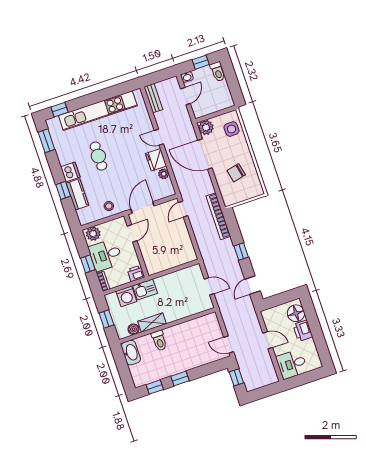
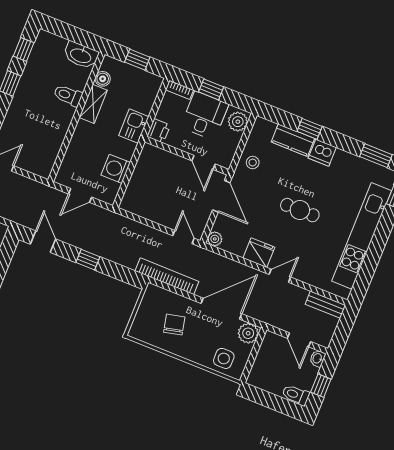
cafe table: (98, 156) -> (300, 210), moved
plant: (164, 174) -> (215, 239), moved
bookcase: (218, 216) -> (167, 276), moved
washing machine: (126, 296) -> (116, 169), moved

